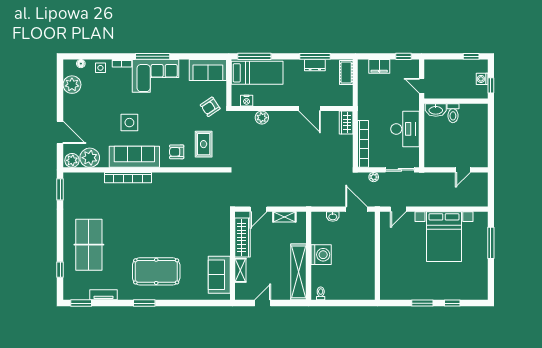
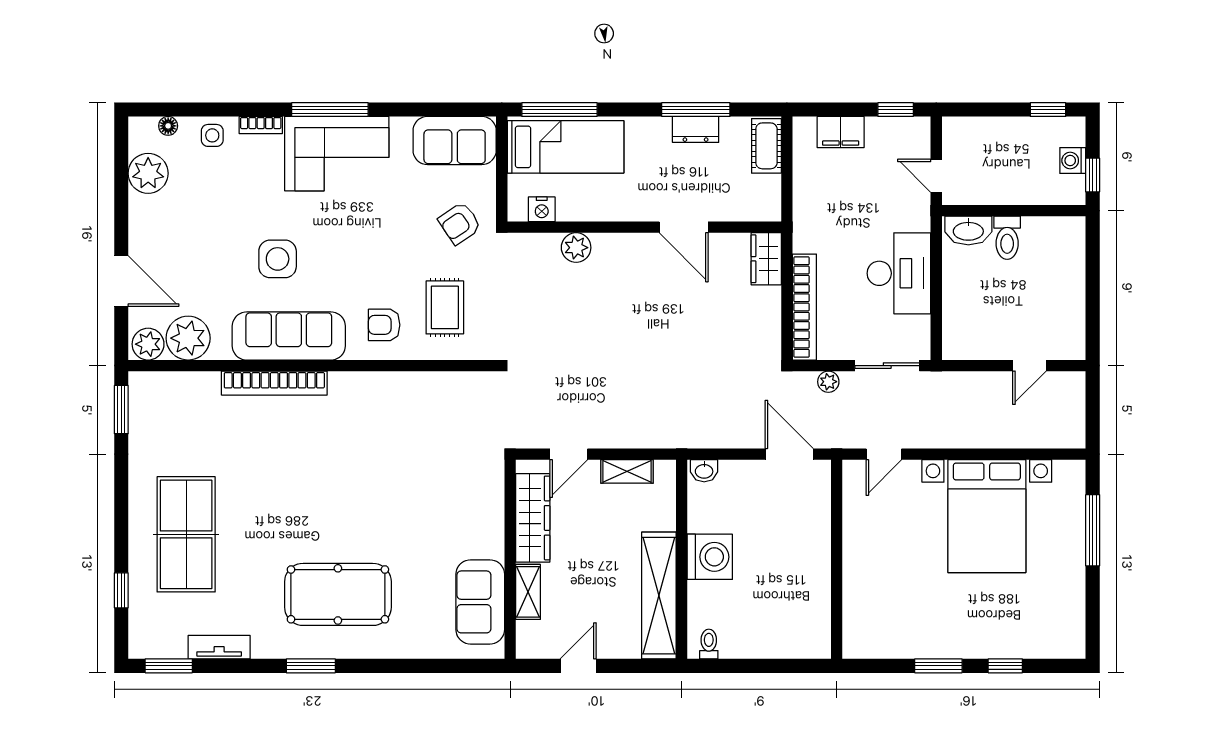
washbasin: (333, 217) -> (704, 471), moved

